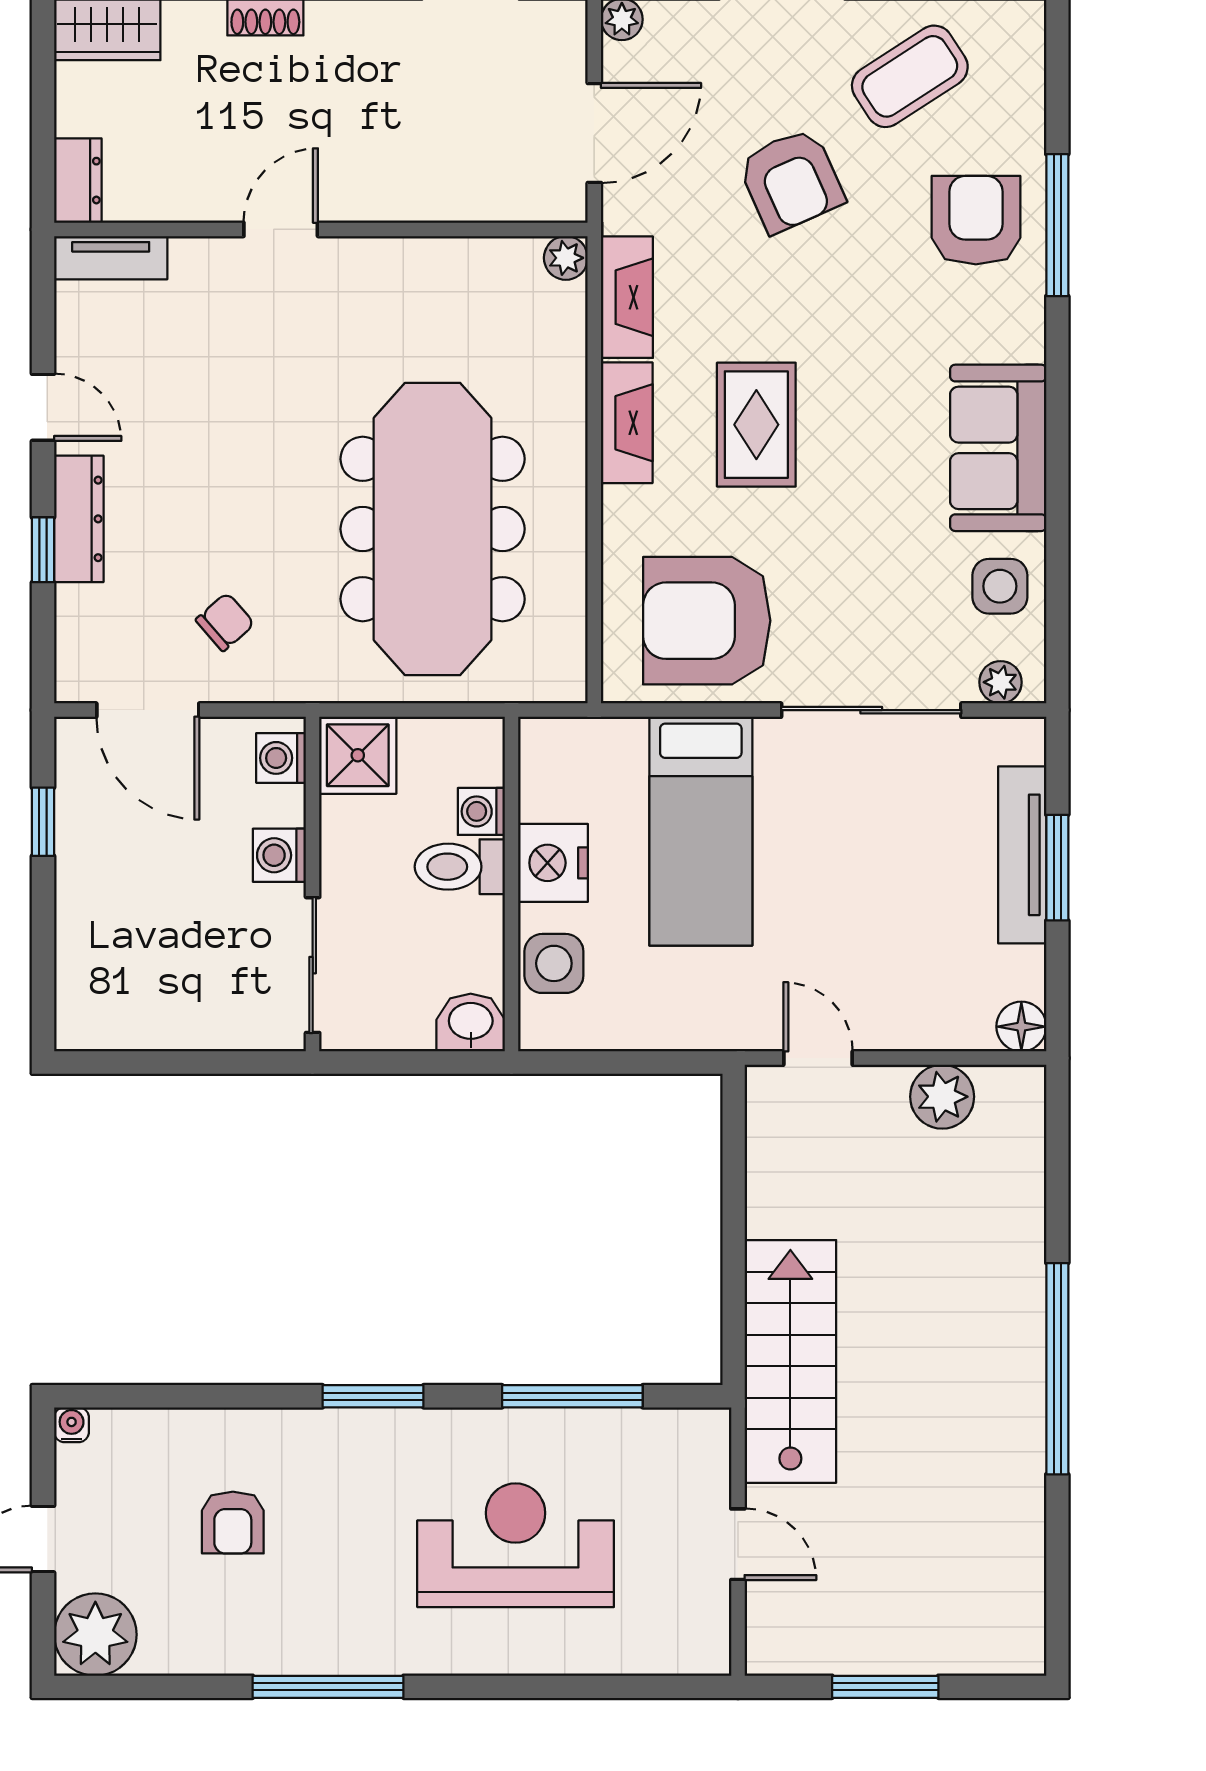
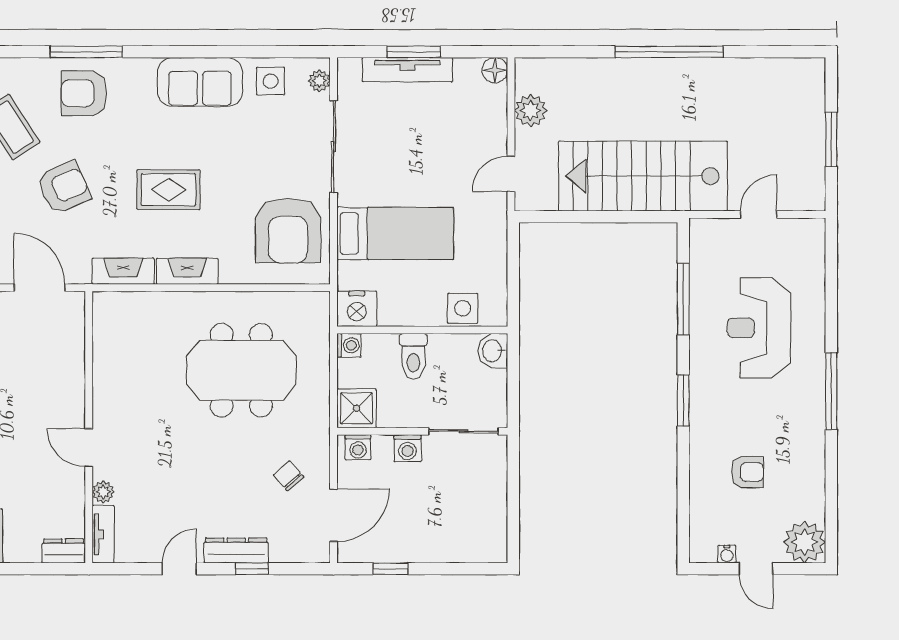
plant: (566, 258) -> (103, 492), moved
rug: (756, 425) -> (169, 190), moved
meeting table: (433, 529) -> (241, 370), width x0.73
washing machine: (481, 811) -> (349, 345), moved, turned -90
nightstand: (553, 863) -> (357, 309), moved
stairs: (790, 1361) -> (643, 176), width x1.36, depth x1.51
water cooler: (72, 1425) -> (727, 554), moved, turned -90
window: (328, 1687) -> (831, 391), moved

